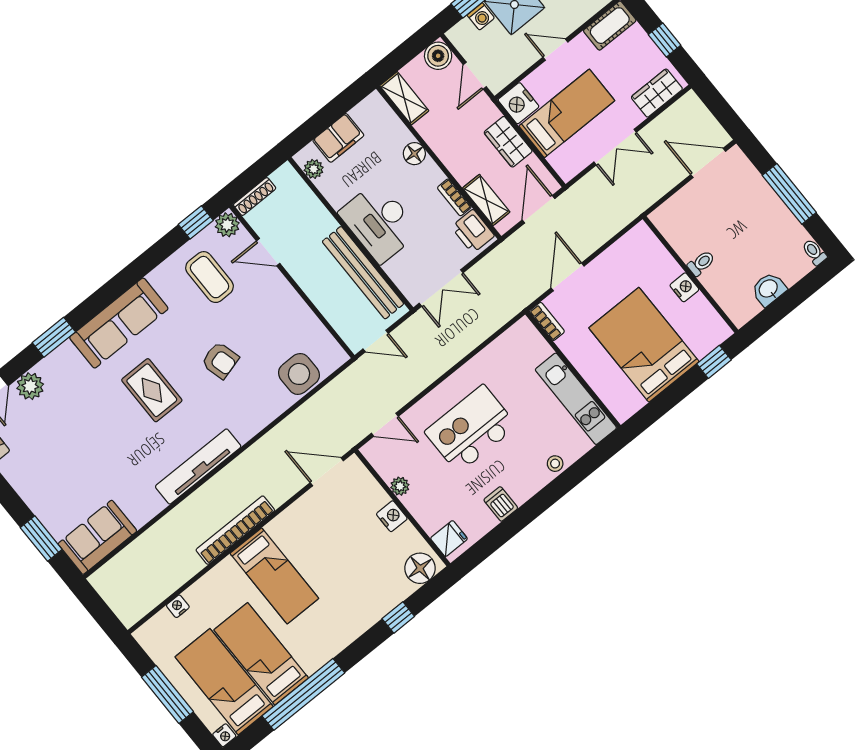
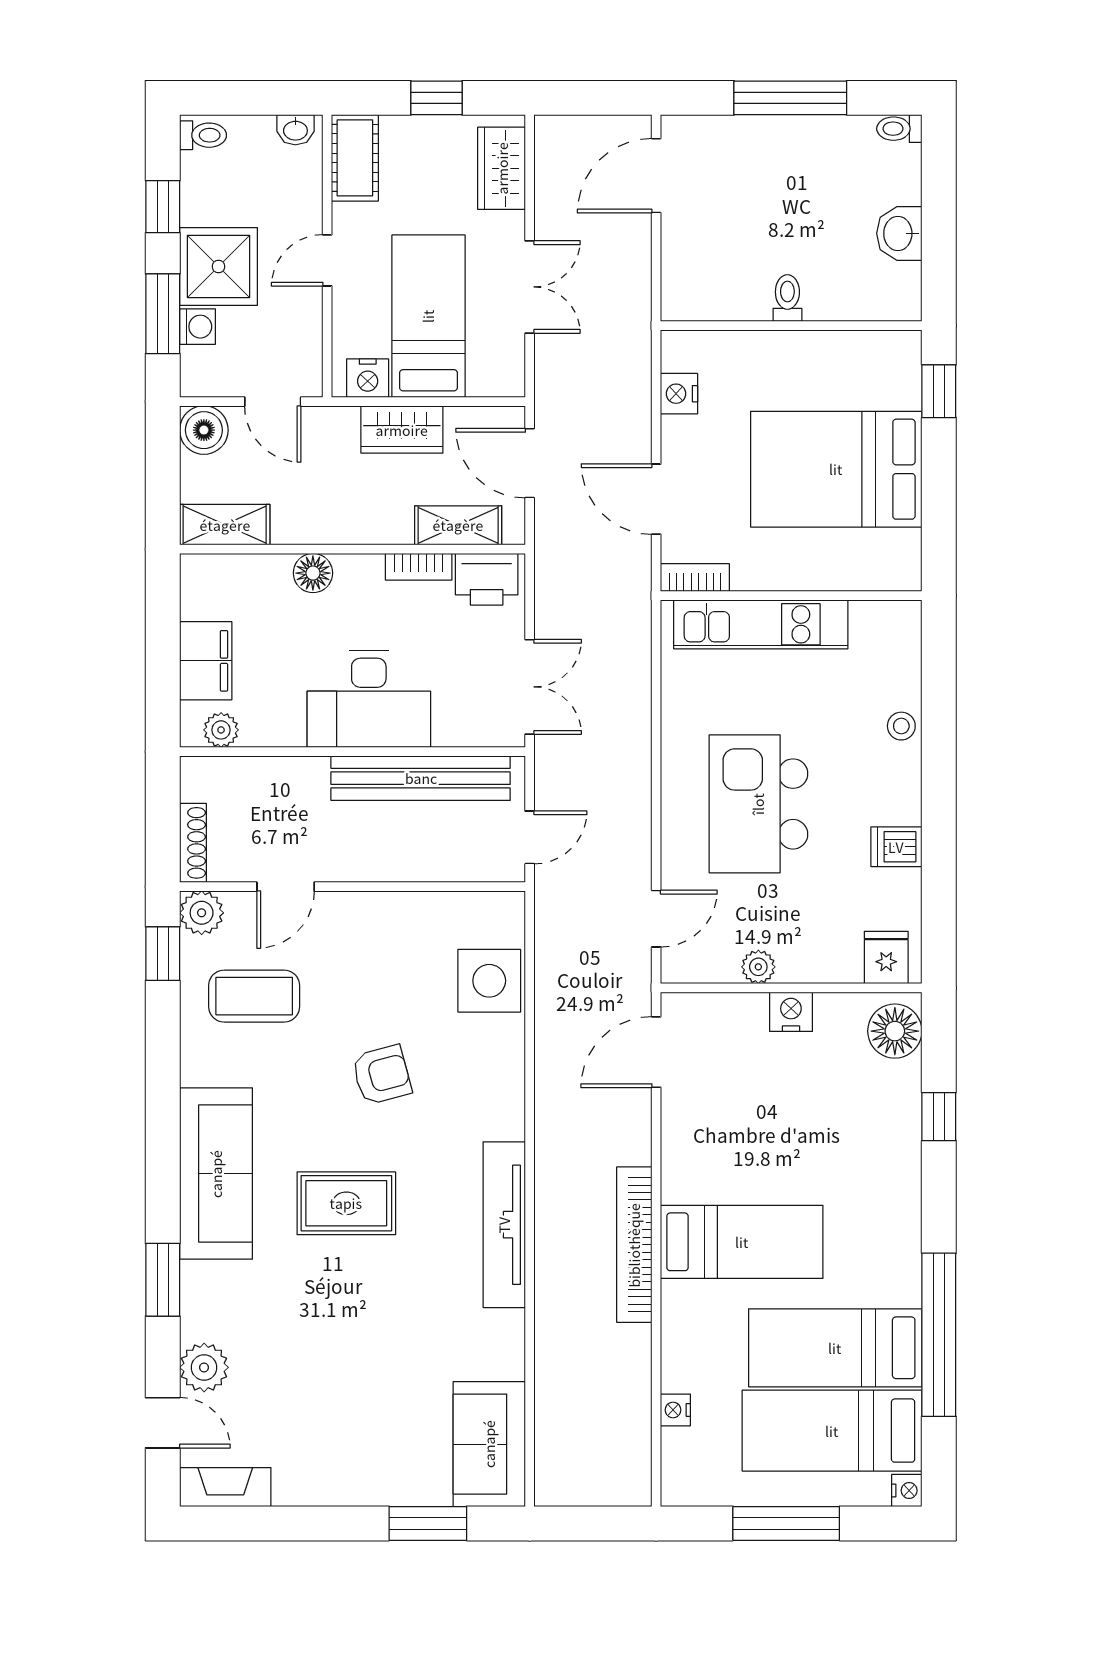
nightstand: (518, 103) -> (368, 378), width x0.74, depth x0.75
nightstand: (684, 287) -> (679, 394), moved, turned -90
kitchen unit: (576, 399) -> (761, 624), moved

